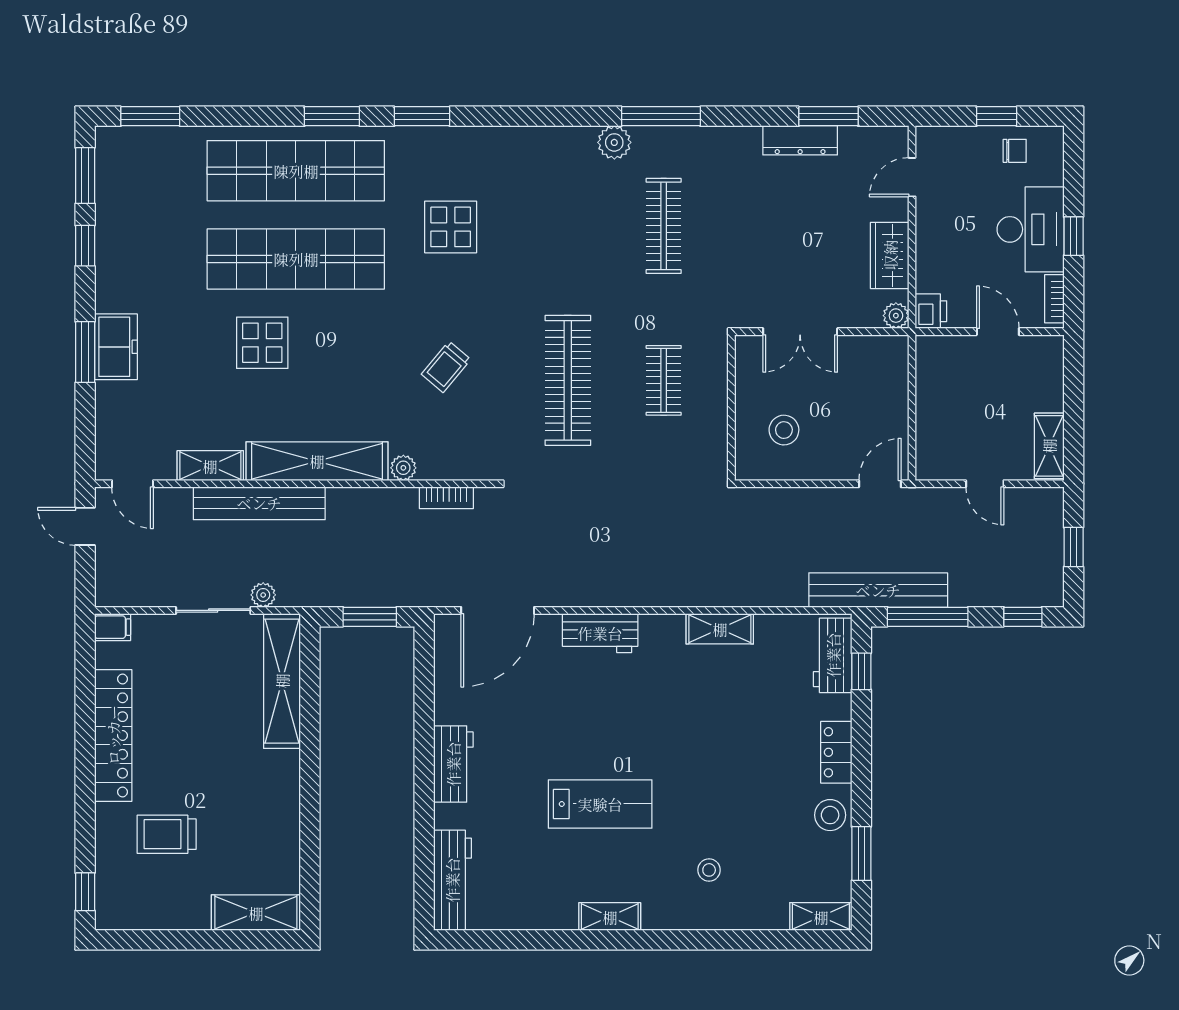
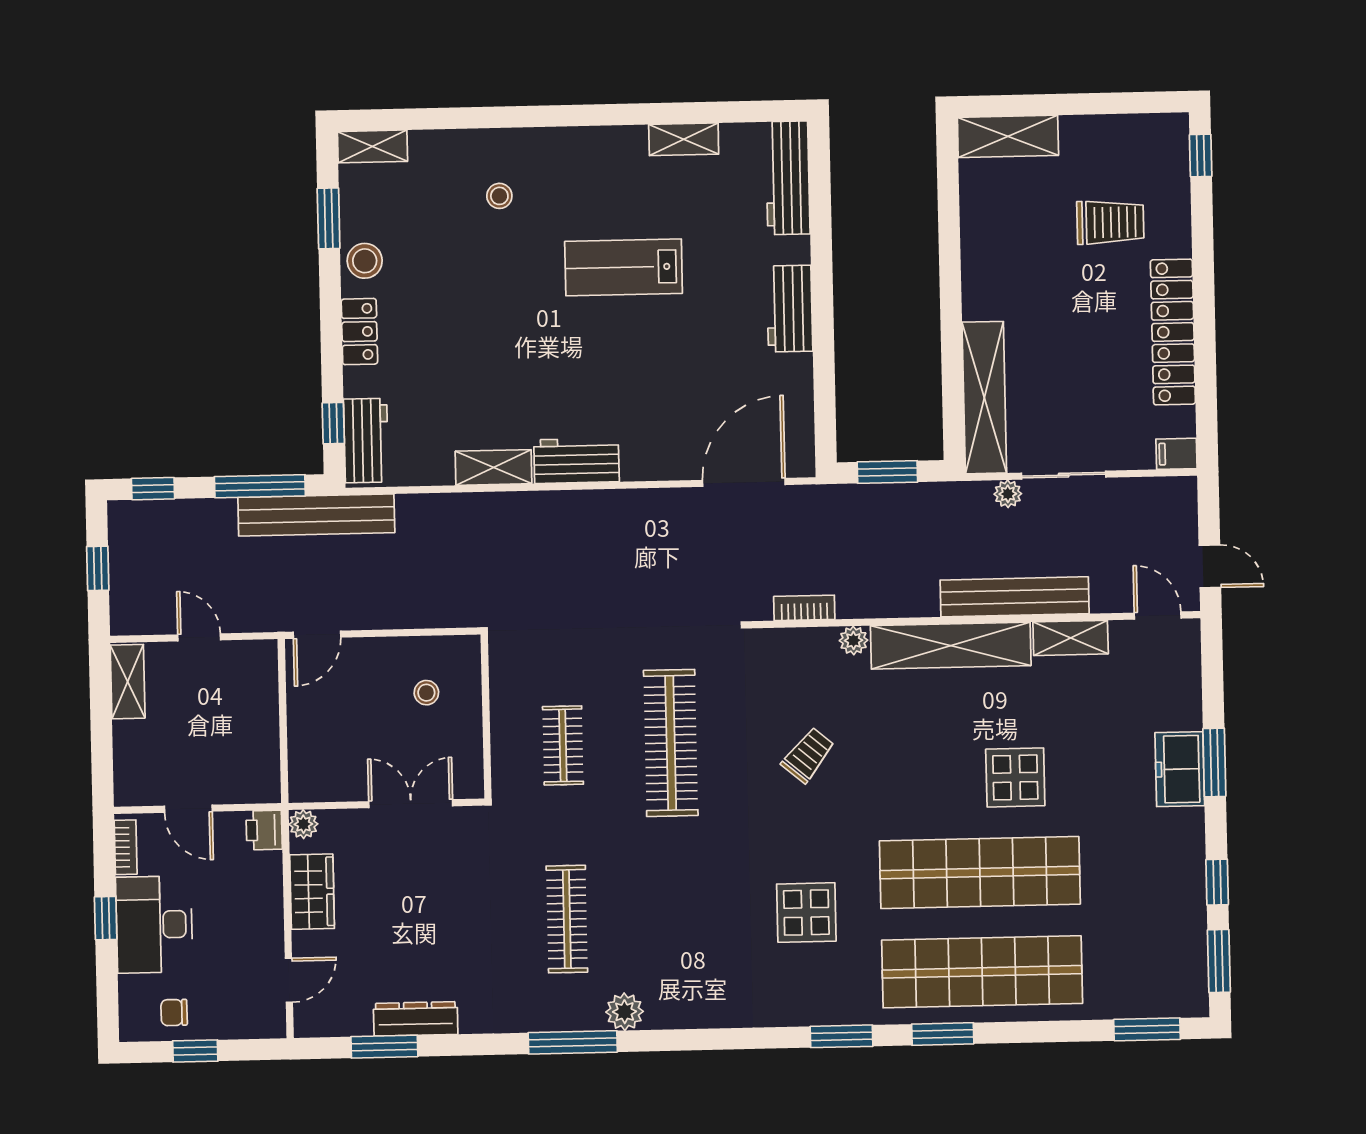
stool: (784, 430) -> (426, 693), width x0.73, depth x0.73
workbench: (600, 633) -> (576, 461), moved
shelving: (610, 917) -> (684, 139), moved

